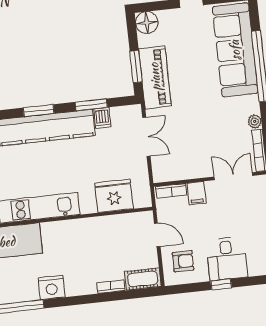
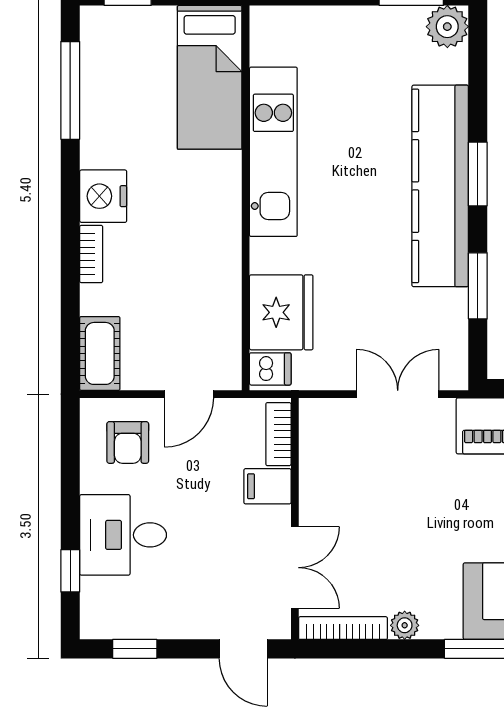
dishwasher: (102, 118) -> (270, 369), moved, turned 180
double door: (146, 137) -> (398, 394), swing flipped
window: (221, 284) -> (70, 571), moved
nightstand: (51, 287) -> (103, 196), moved
bookcase: (111, 287) -> (91, 254), moved

